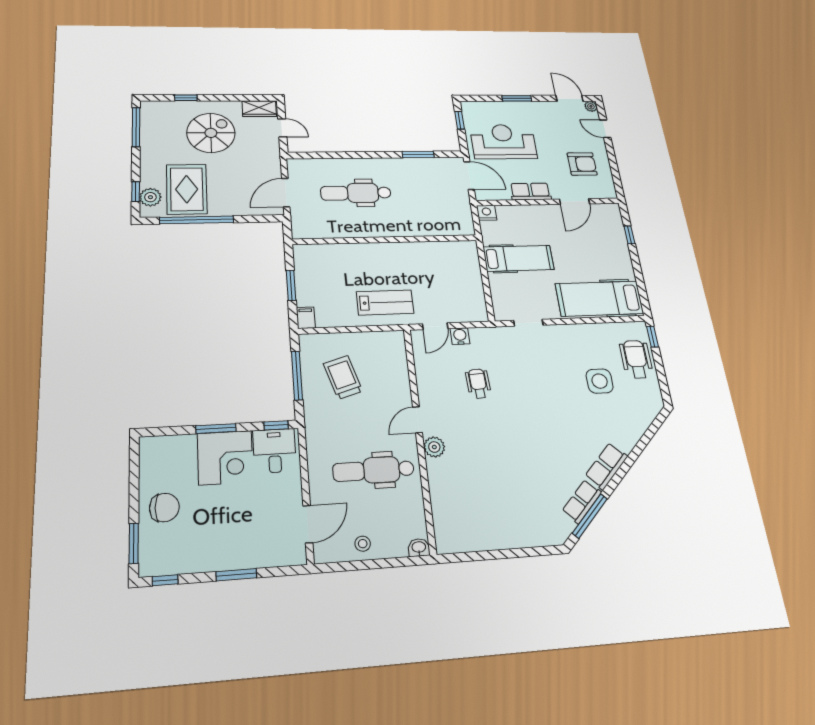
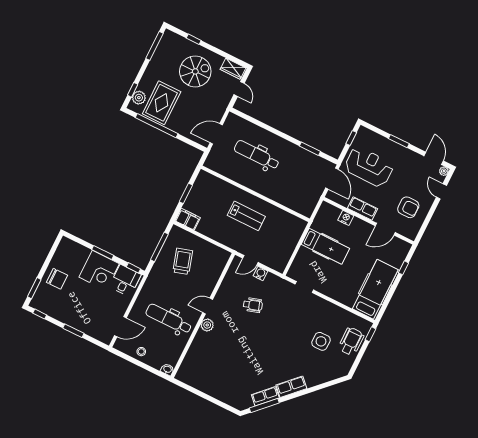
nightstand: (487, 213) -> (346, 218), moved
hospital bed: (599, 299) -> (375, 289), moved, turned 90
lab bench: (385, 302) -> (246, 216), moved
filing cabinet: (306, 318) -> (188, 219), width x2.00
wheelchair: (478, 384) -> (253, 305), turned 75

